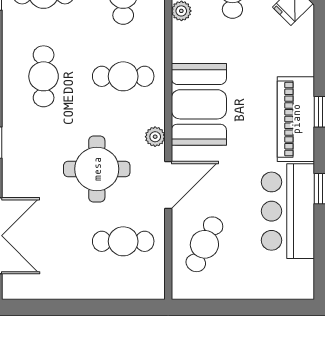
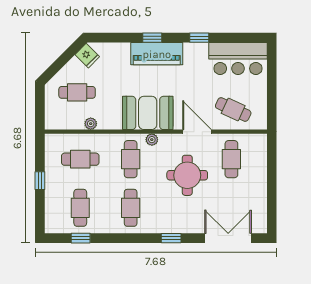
cafe table: (44, 76) -> (131, 208), turned 90
plant: (155, 137) -> (152, 140), moved
bar counter: (288, 211) -> (238, 59), moved

